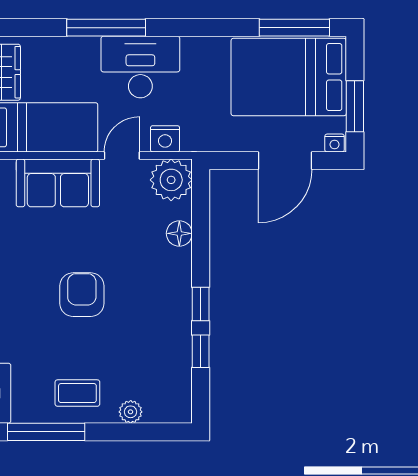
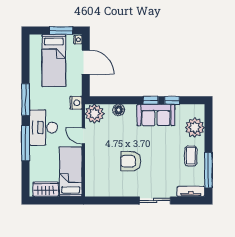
window: (294, 28) -> (26, 100), moved
bed: (289, 77) -> (54, 60), width x0.67
nightstand: (165, 139) -> (76, 103), moved
sofa: (58, 183) -> (156, 115), moved, turned 90
armchair: (82, 295) -> (131, 161), moved
plant: (131, 412) -> (195, 127), width x1.87, depth x1.87

